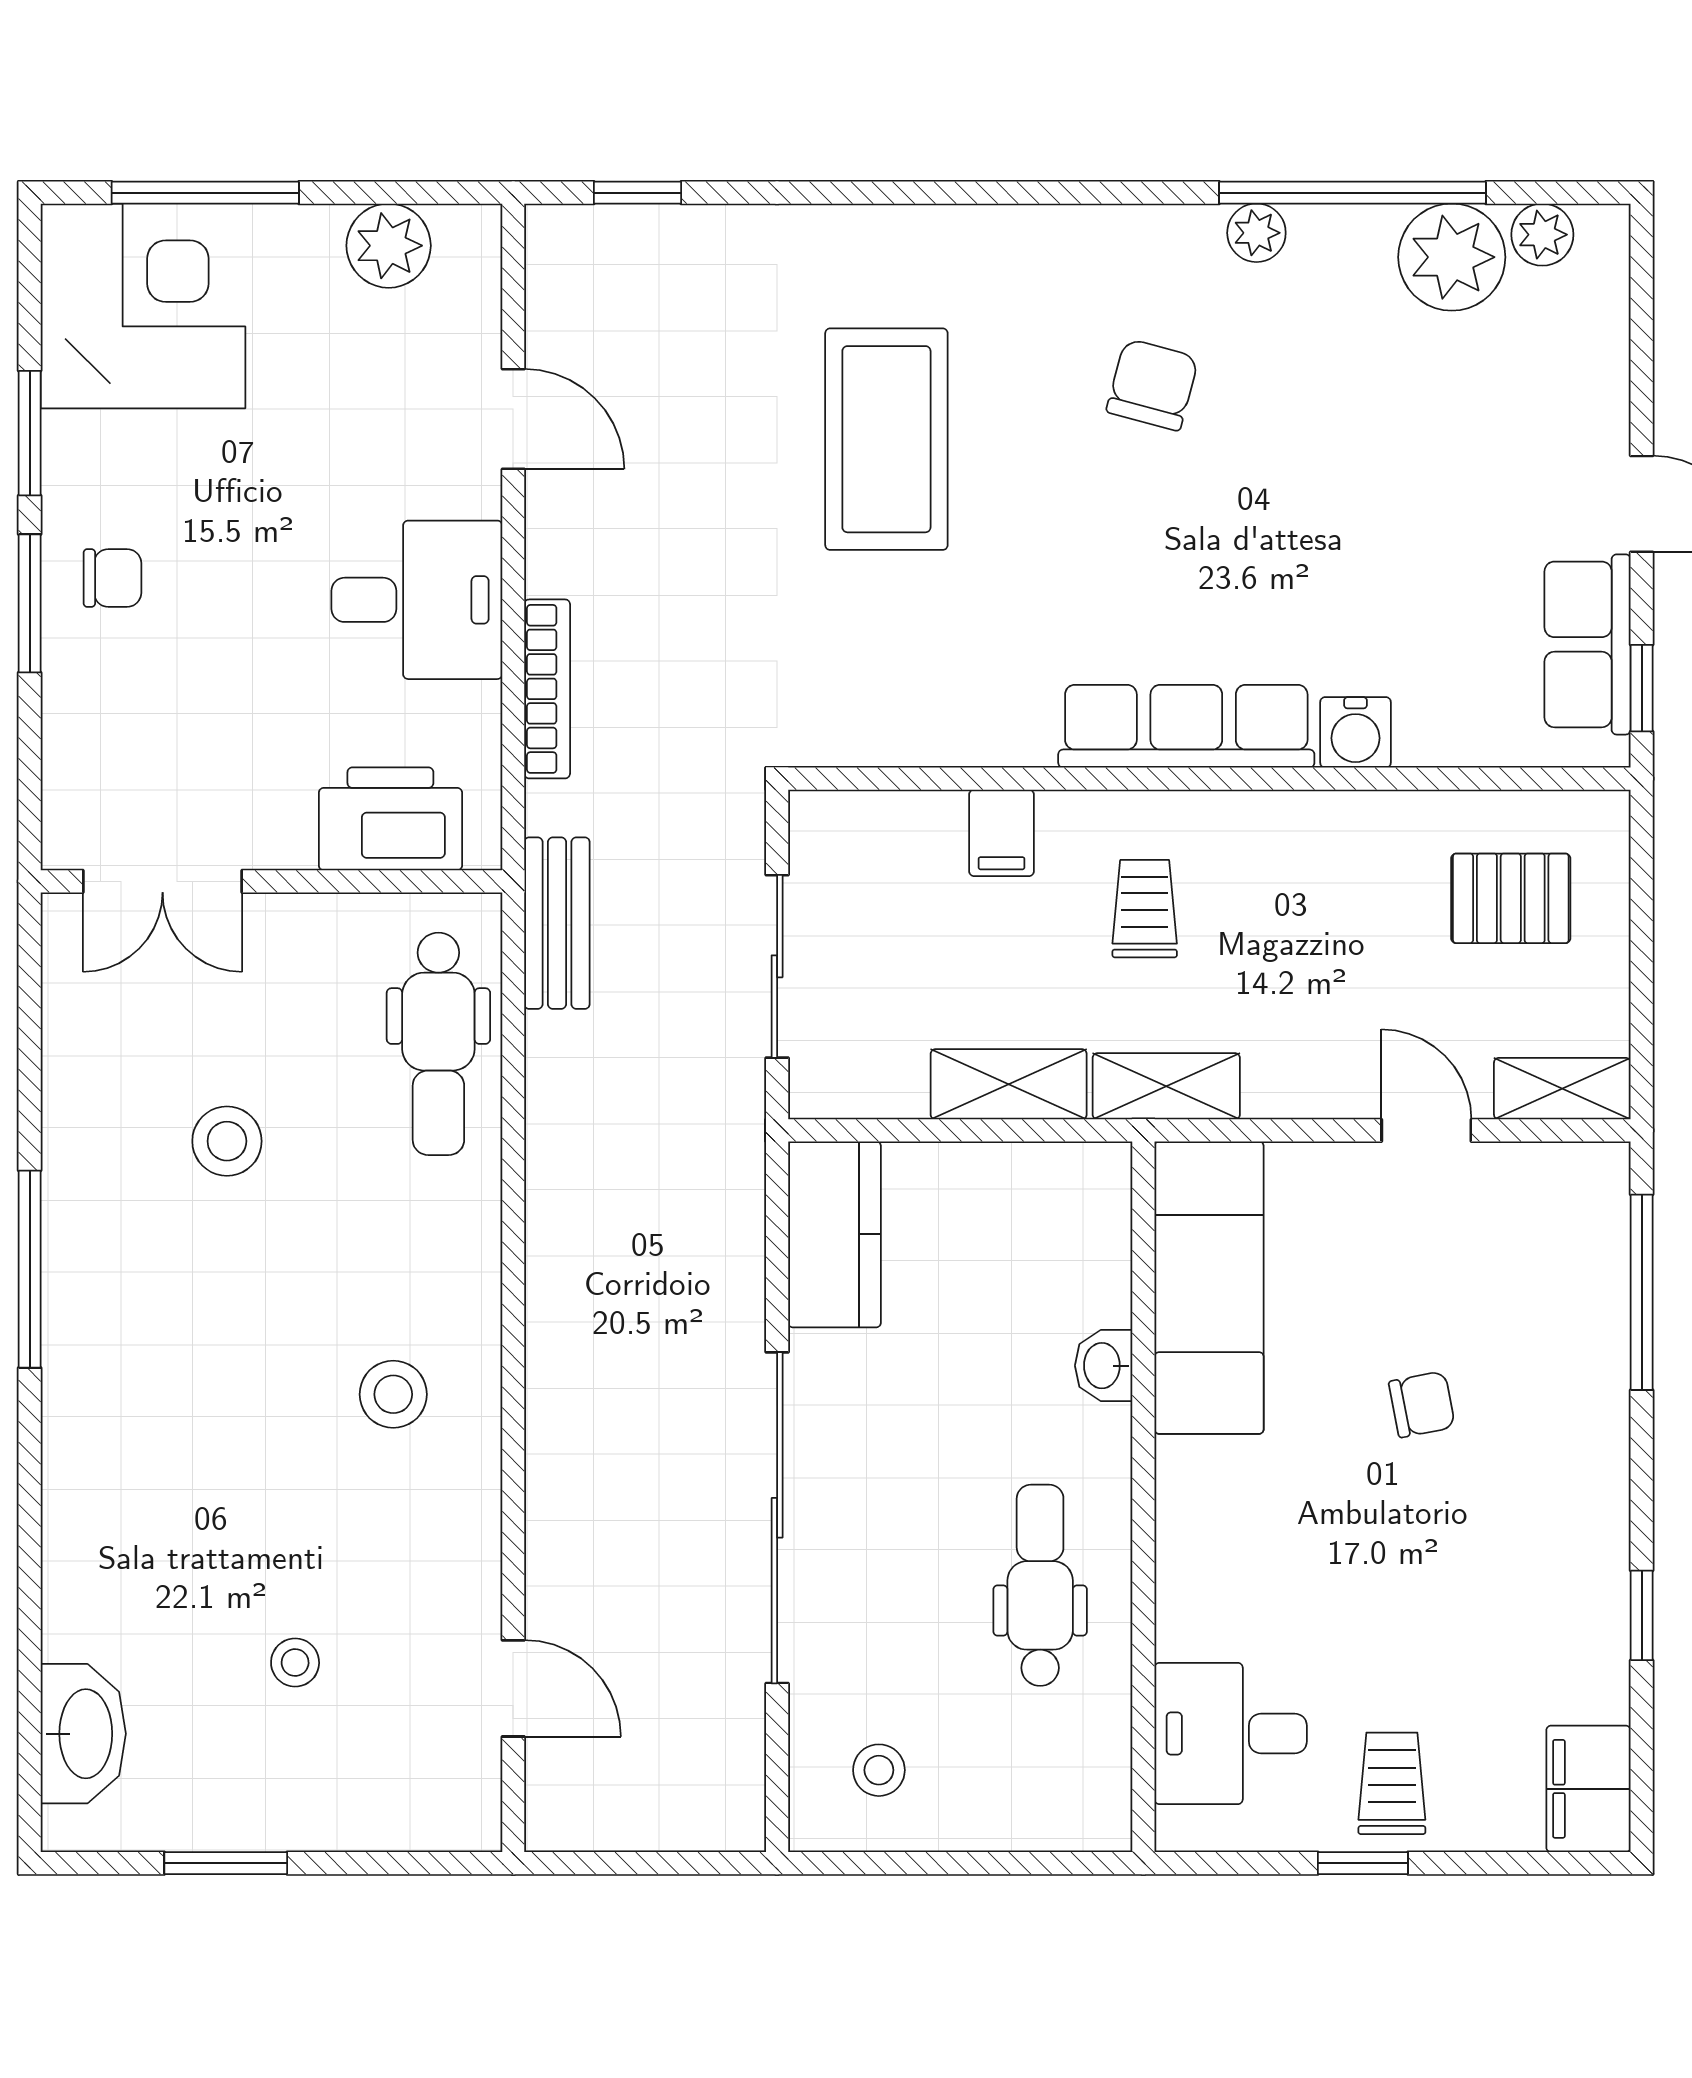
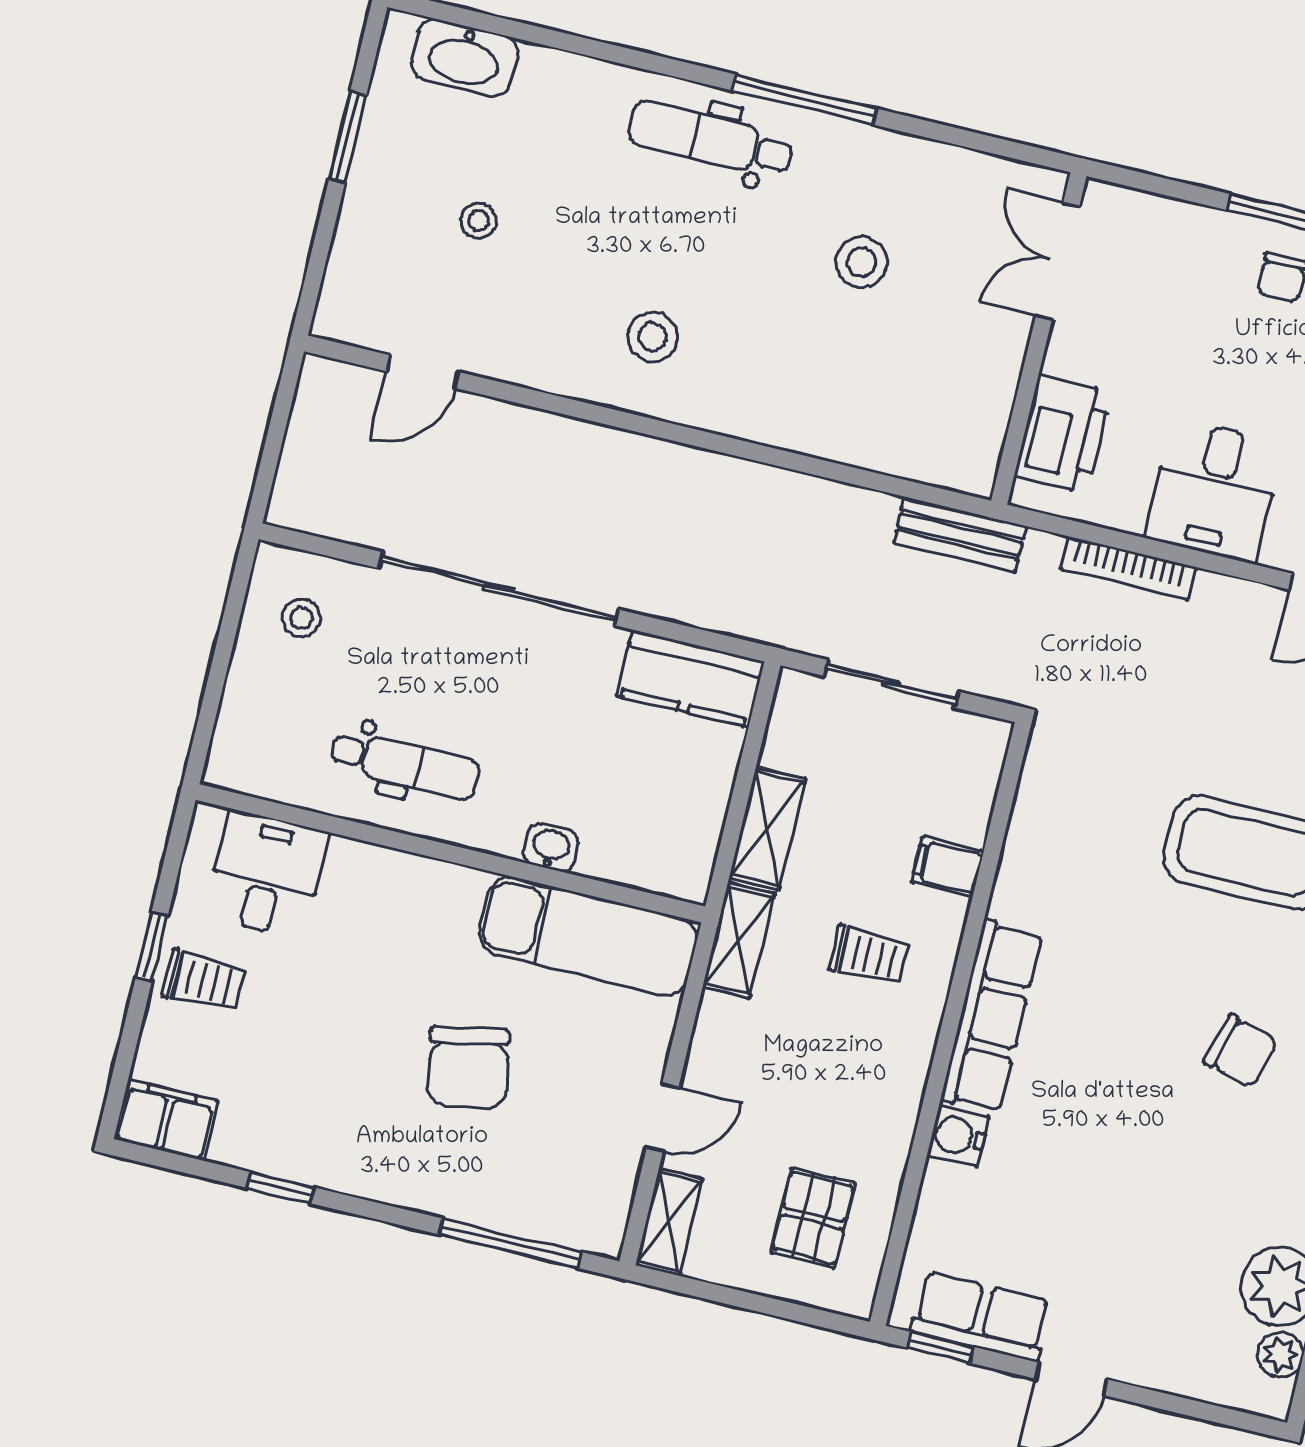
dental chair: (438, 1044) -> (710, 139), moved
chair: (1422, 1404) -> (468, 1068), width x1.87, depth x1.87

